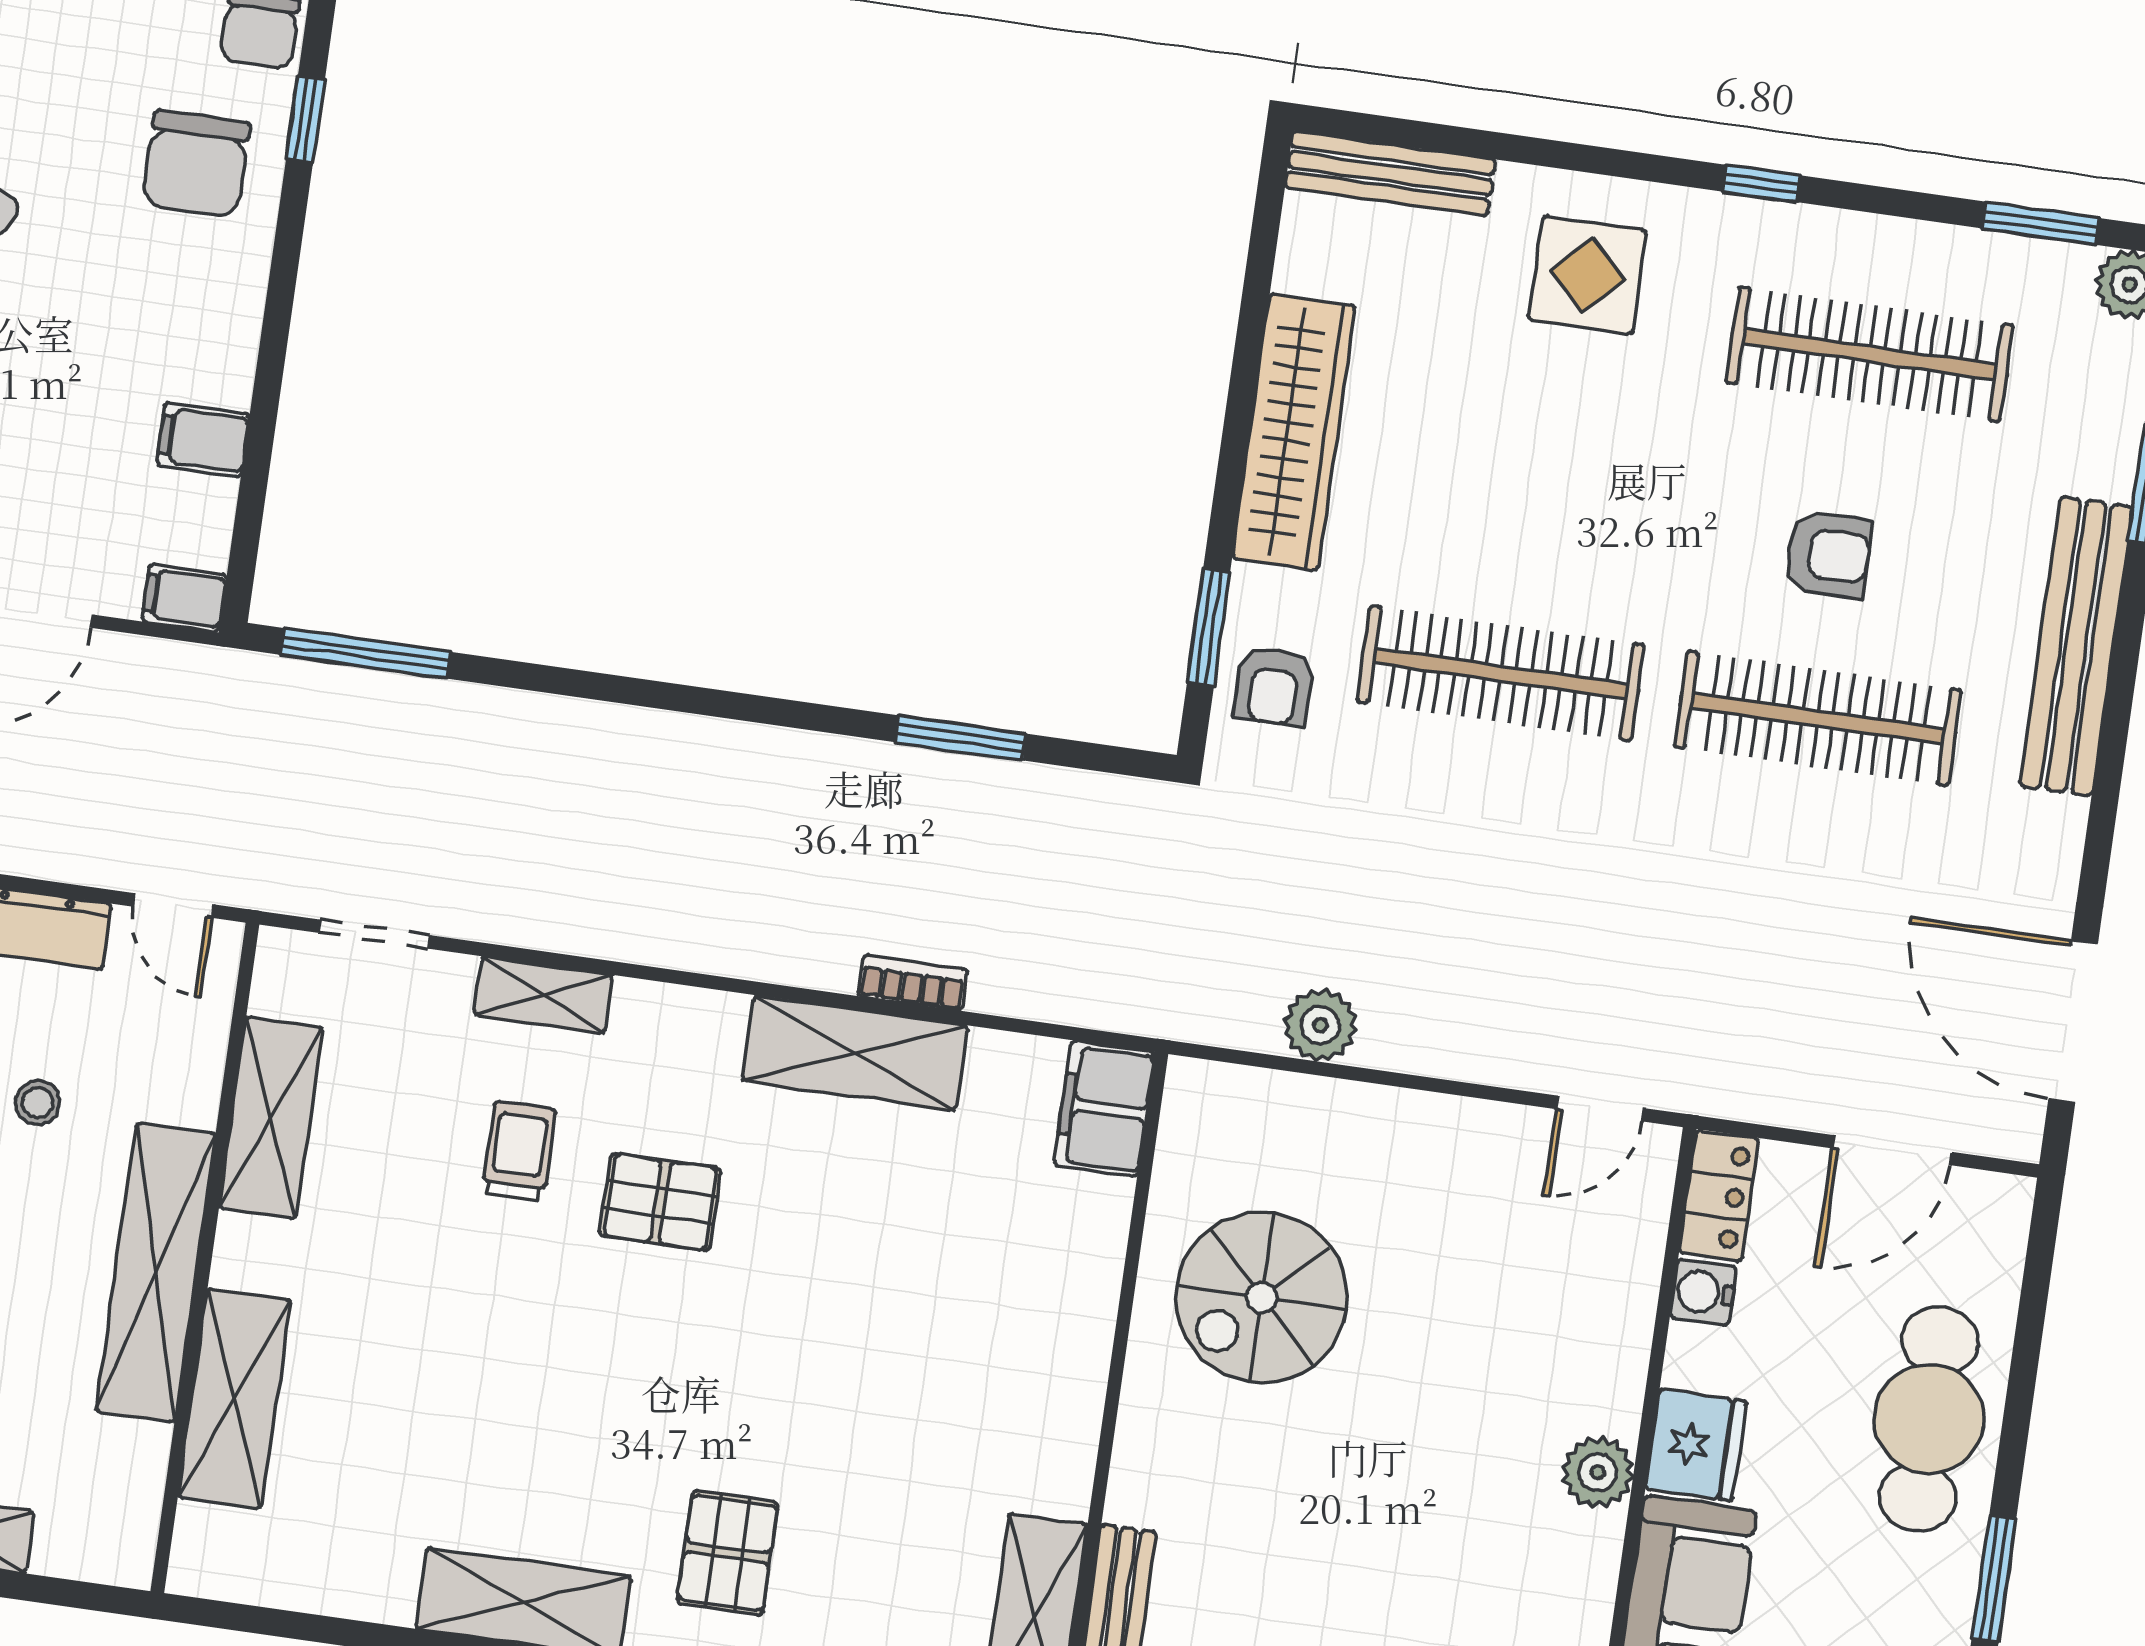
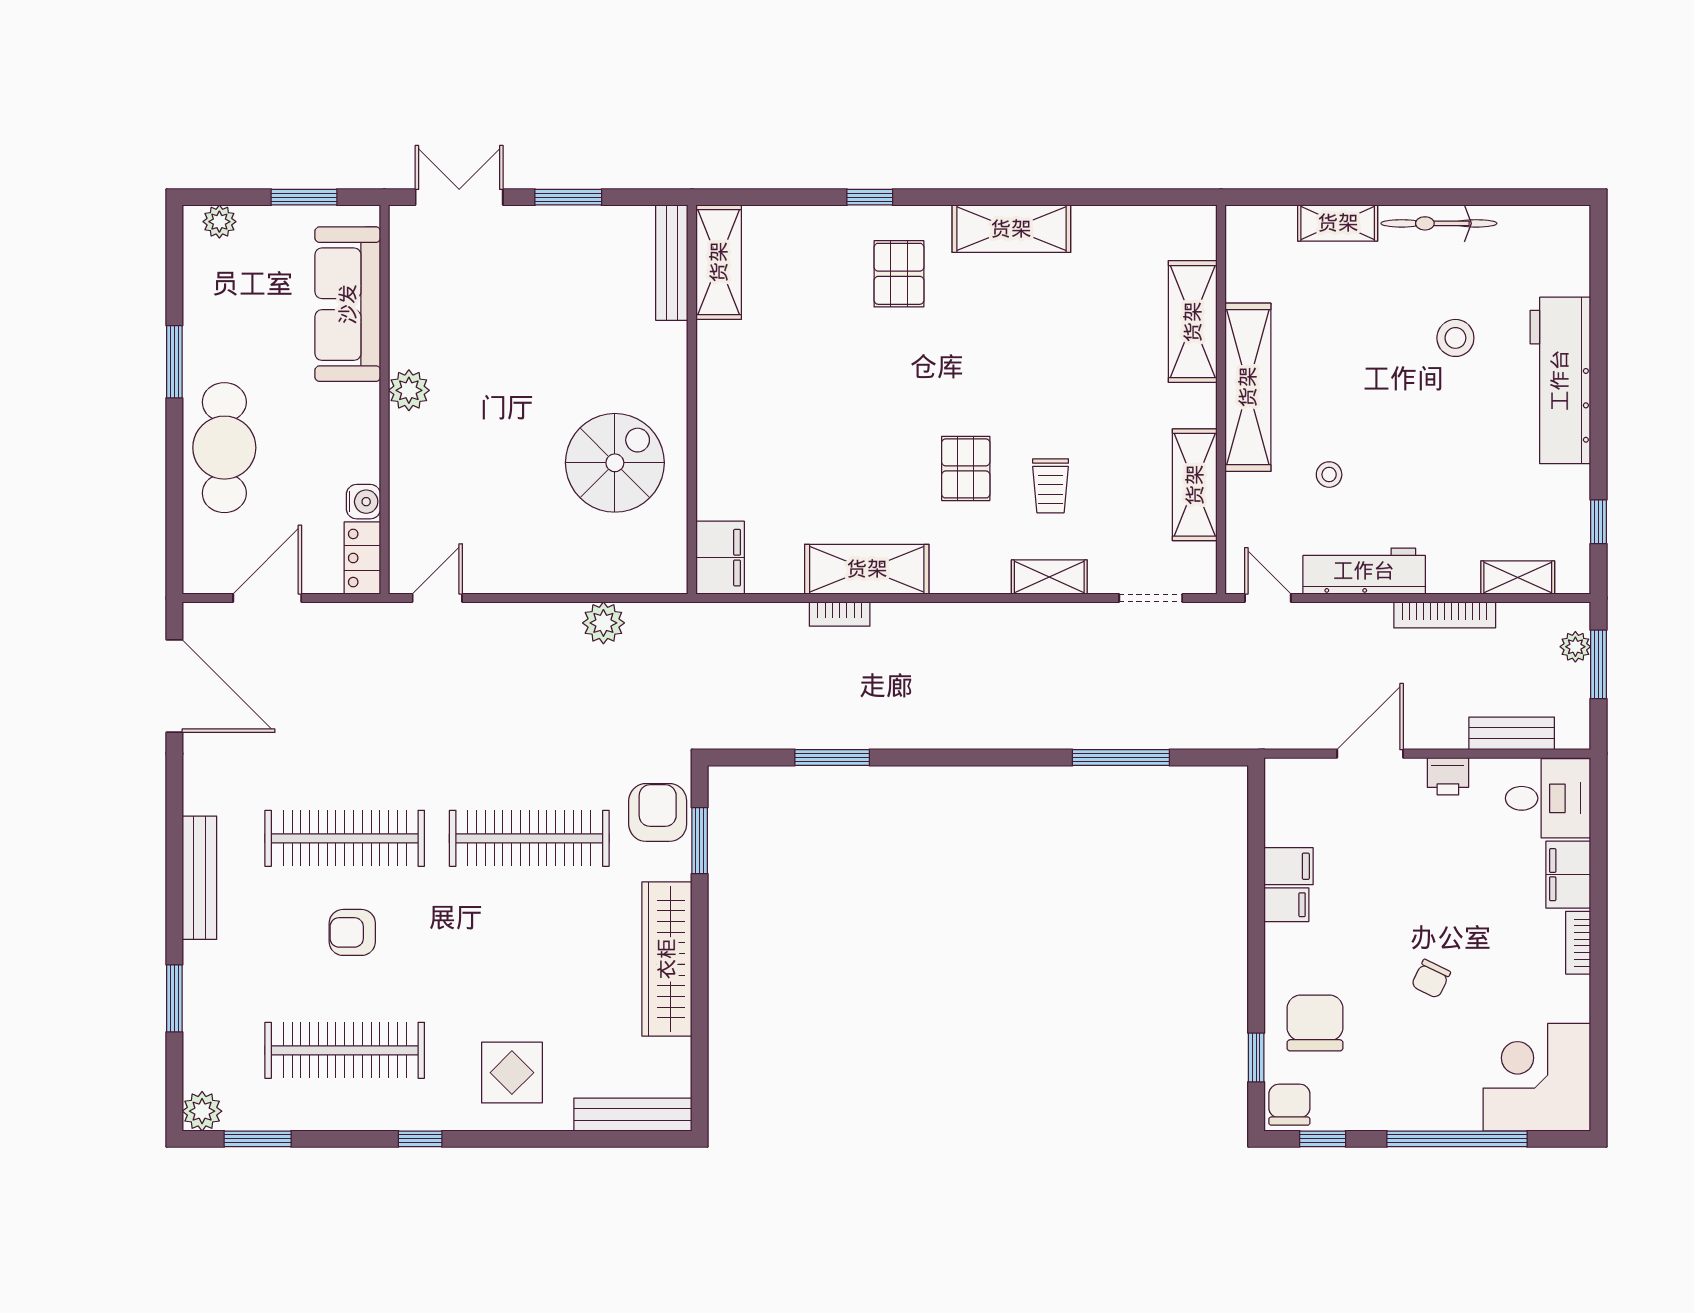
filing cabinet: (184, 598) -> (1286, 905), moved
bench: (2076, 646) -> (199, 878), width x0.73, depth x0.82
window: (366, 653) -> (1121, 758), moved
armchair: (1274, 686) -> (658, 812), width x1.38, depth x1.38
pallet: (660, 1202) -> (966, 468), turned 90
fridge: (1696, 1445) -> (355, 414), removed

